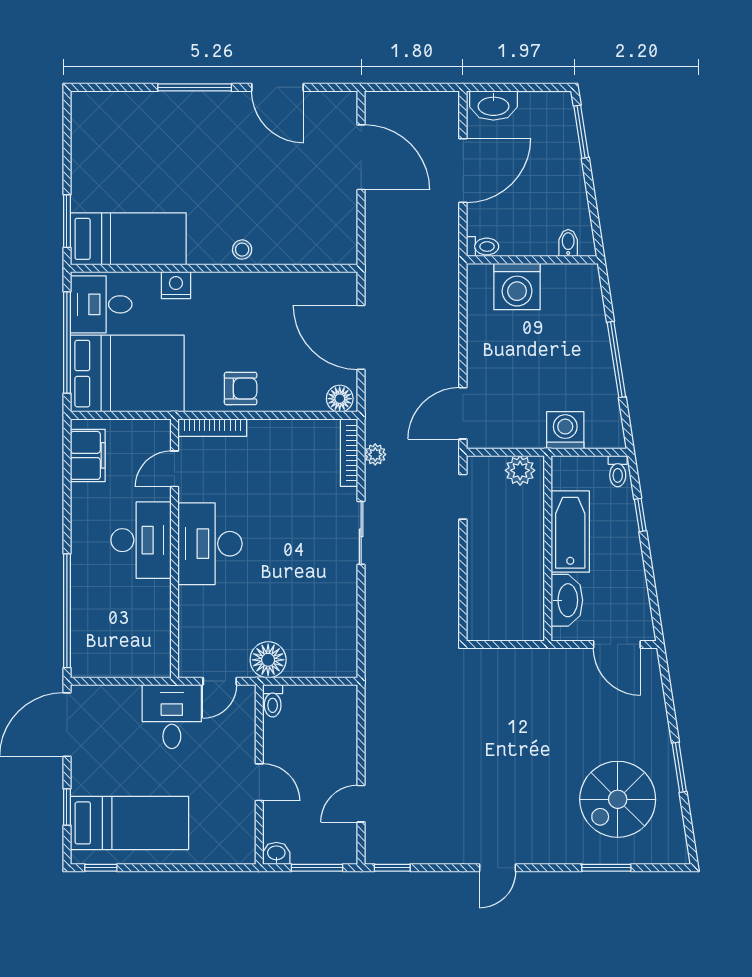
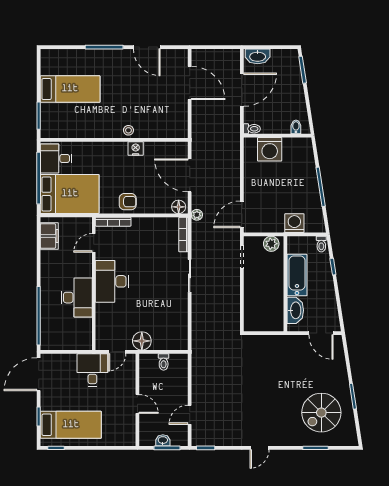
bed: (128, 239) -> (70, 89), moved
nightstand: (176, 285) -> (136, 149), moved
plant: (375, 454) -> (197, 215), moved
desk: (141, 540) -> (77, 298), moved
toilet: (273, 701) -> (164, 362), moved
washbasin: (276, 853) -> (163, 440), moved

